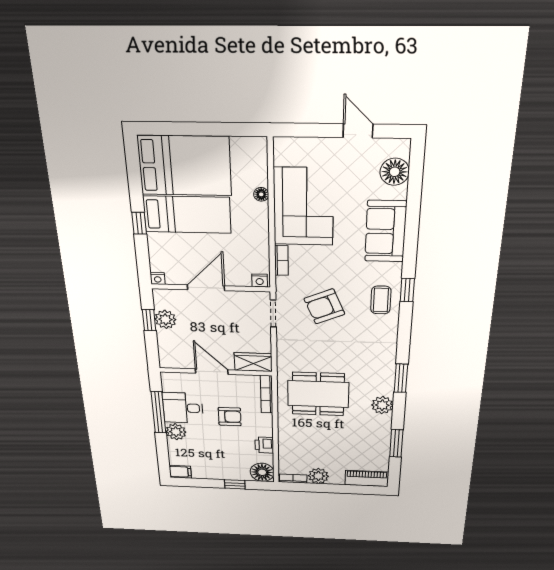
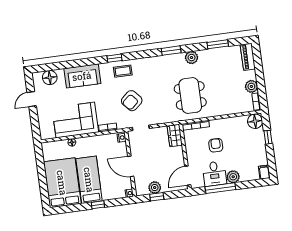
armchair: (324, 306) -> (132, 101), turned 72
door: (212, 372) -> (188, 176), moved
printer: (264, 445) -> (233, 122), removed

